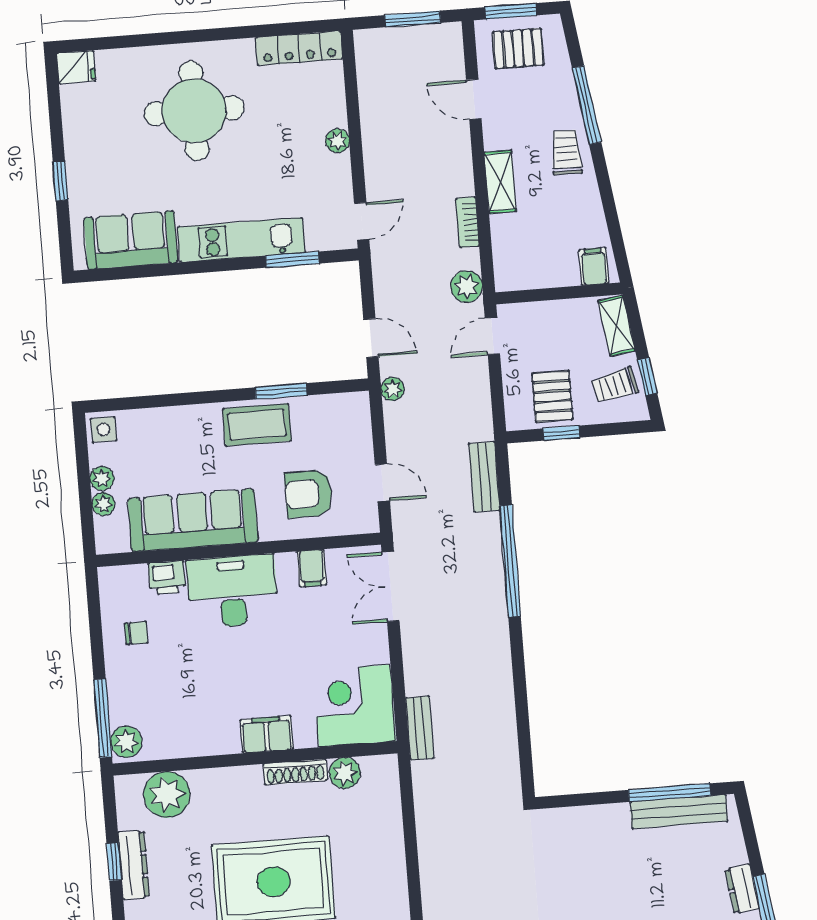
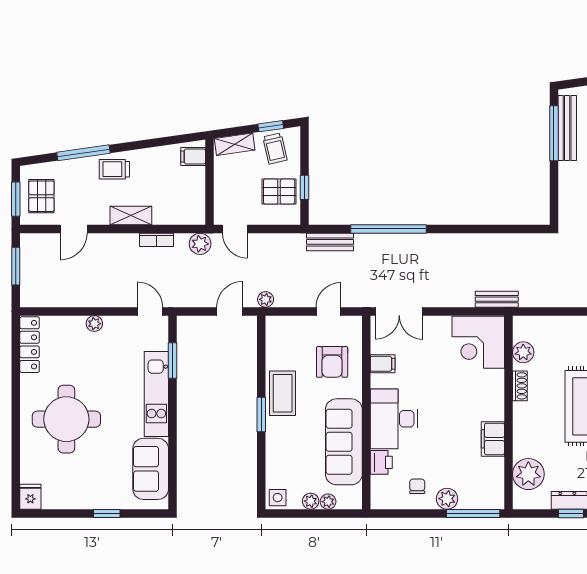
window: (281, 391) -> (261, 415), moved
filing cabinet: (267, 734) -> (493, 439), moved
plant: (126, 742) -> (447, 499), moved
shoe rack: (295, 772) -> (520, 386), width x0.70

